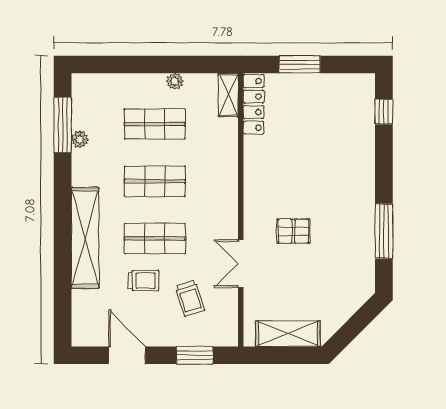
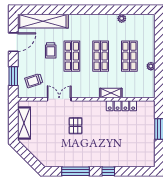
shelving: (228, 95) -> (111, 93), moved
locker: (254, 104) -> (121, 106), moved
window: (384, 112) -> (108, 171), moved
window: (63, 125) -> (129, 10), removed
shelving: (85, 238) -> (43, 21), moved
trolley: (190, 298) -> (34, 81), moved

